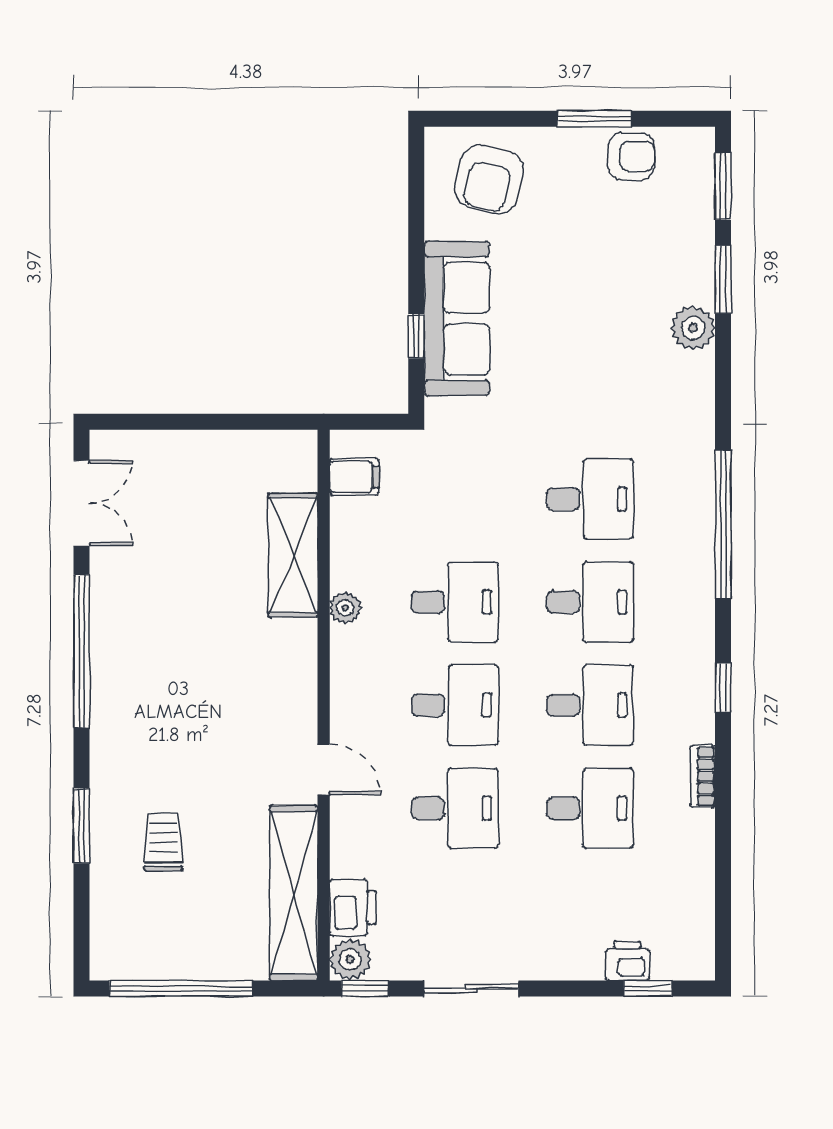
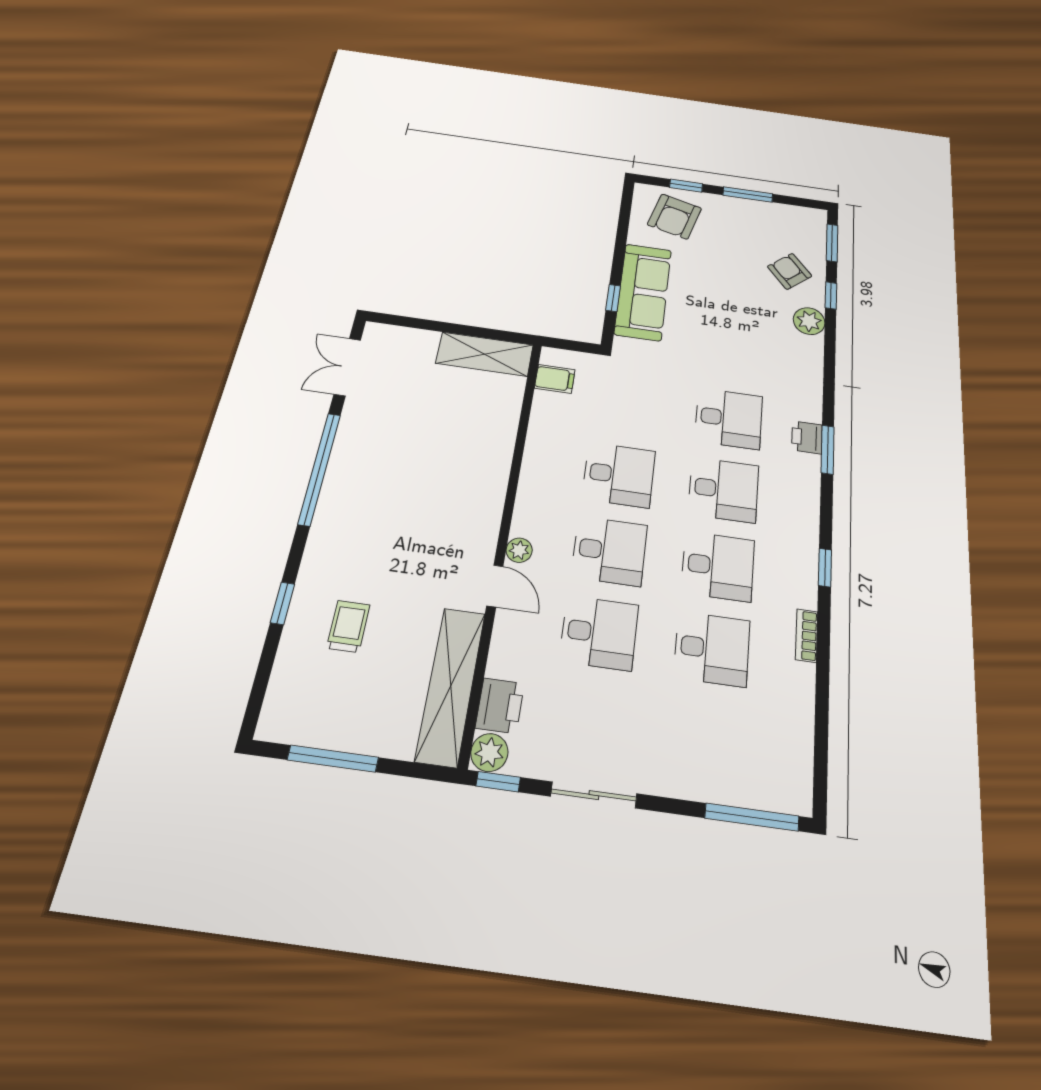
window: (501, 119) -> (686, 186), added
armchair: (631, 156) -> (790, 271), moved, turned -130
window: (723, 279) -> (831, 295), width x0.67
double door: (82, 503) -> (347, 367), swing flipped
window: (723, 524) -> (828, 450), width x0.47
shelving: (293, 555) -> (485, 354), moved, turned 90
plant: (345, 608) -> (519, 550), moved
window: (82, 826) -> (282, 603), width x0.67
printer: (627, 961) -> (807, 437), moved, turned -90
window: (181, 989) -> (333, 759), width x0.68
window: (648, 989) -> (752, 817), width x2.17

